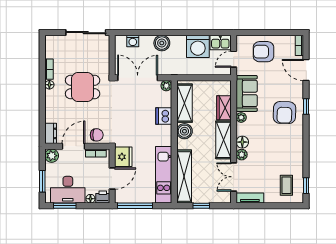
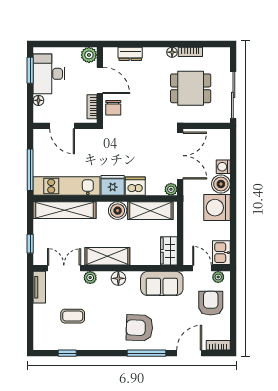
washing machine: (133, 41) -> (223, 167), moved
washing machine: (198, 46) -> (217, 208), moved
dining table: (83, 87) -> (191, 88), moved, turned 90
window: (306, 106) -> (147, 353), width x2.17
wardrobe: (224, 108) -> (169, 251), moved, turned -90
plant: (241, 117) -> (218, 277), moved
dresser: (51, 133) -> (130, 54), moved
floor lamp: (242, 142) -> (118, 278), moved
fridge: (123, 157) -> (113, 185), moved, turned 180
window: (42, 181) -> (59, 44), removed
coffee table: (286, 185) -> (73, 316), moved
window: (306, 186) -> (67, 353), moved
printer: (103, 197) -> (40, 115), removed
window: (135, 206) -> (30, 170), moved
window: (201, 206) -> (30, 244), moved

